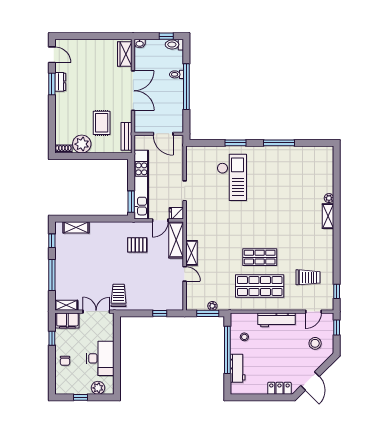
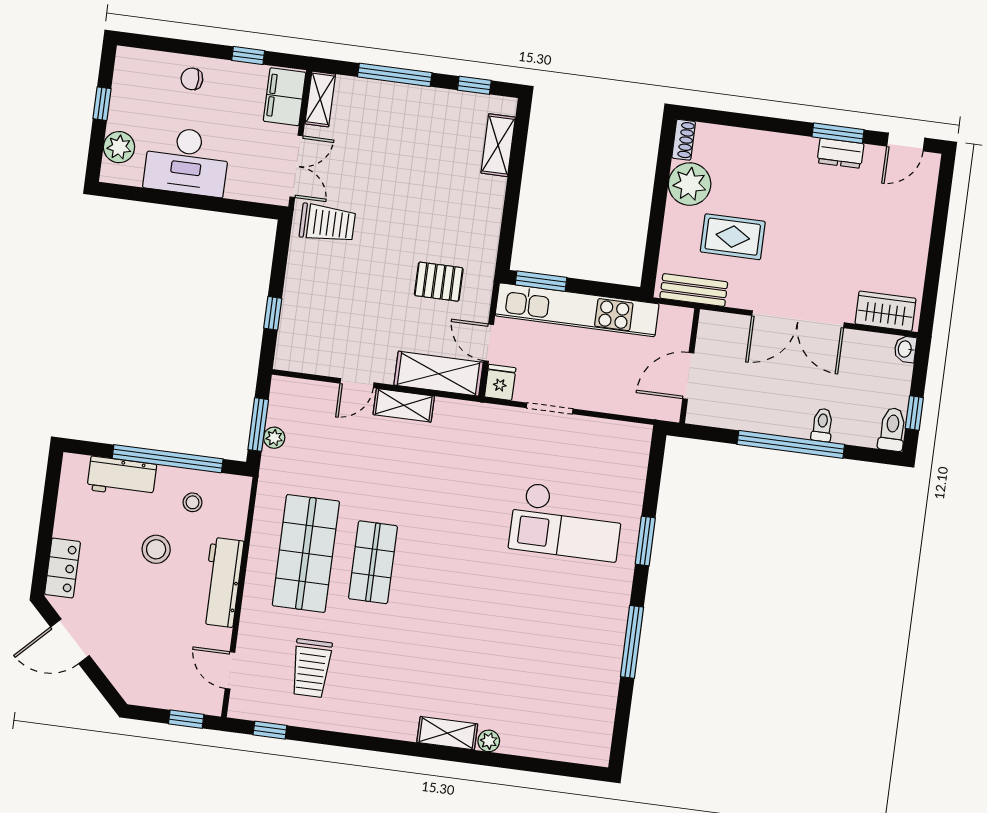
pallet: (137, 245) -> (439, 282), turned 90
stool: (315, 343) -> (156, 549), moved

